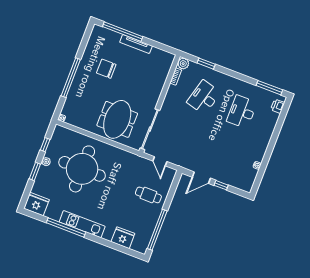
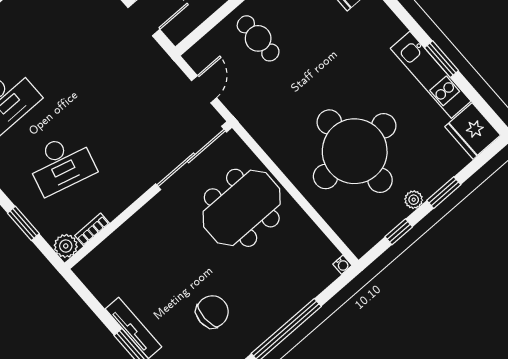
chair: (106, 69) -> (212, 312), turned -90
kitchen unit: (82, 224) -> (431, 75), moved
window: (66, 227) -> (441, 59), width x0.47

